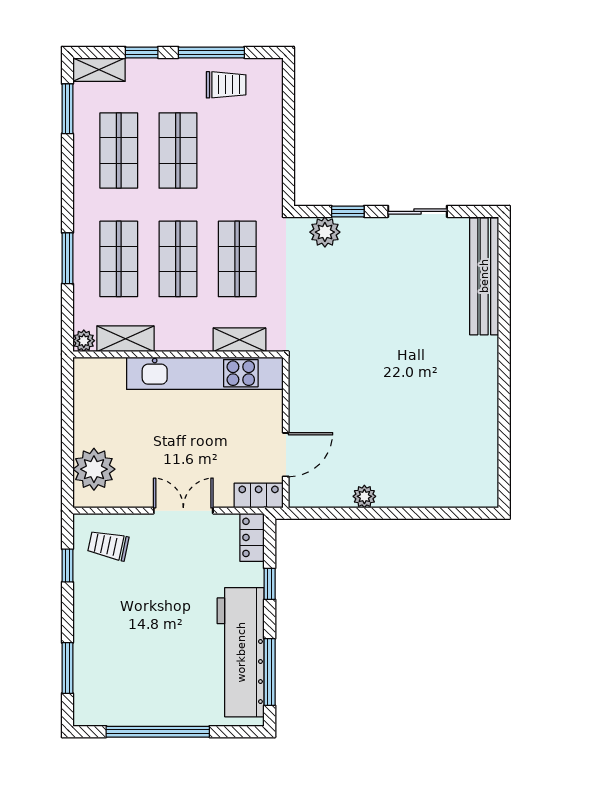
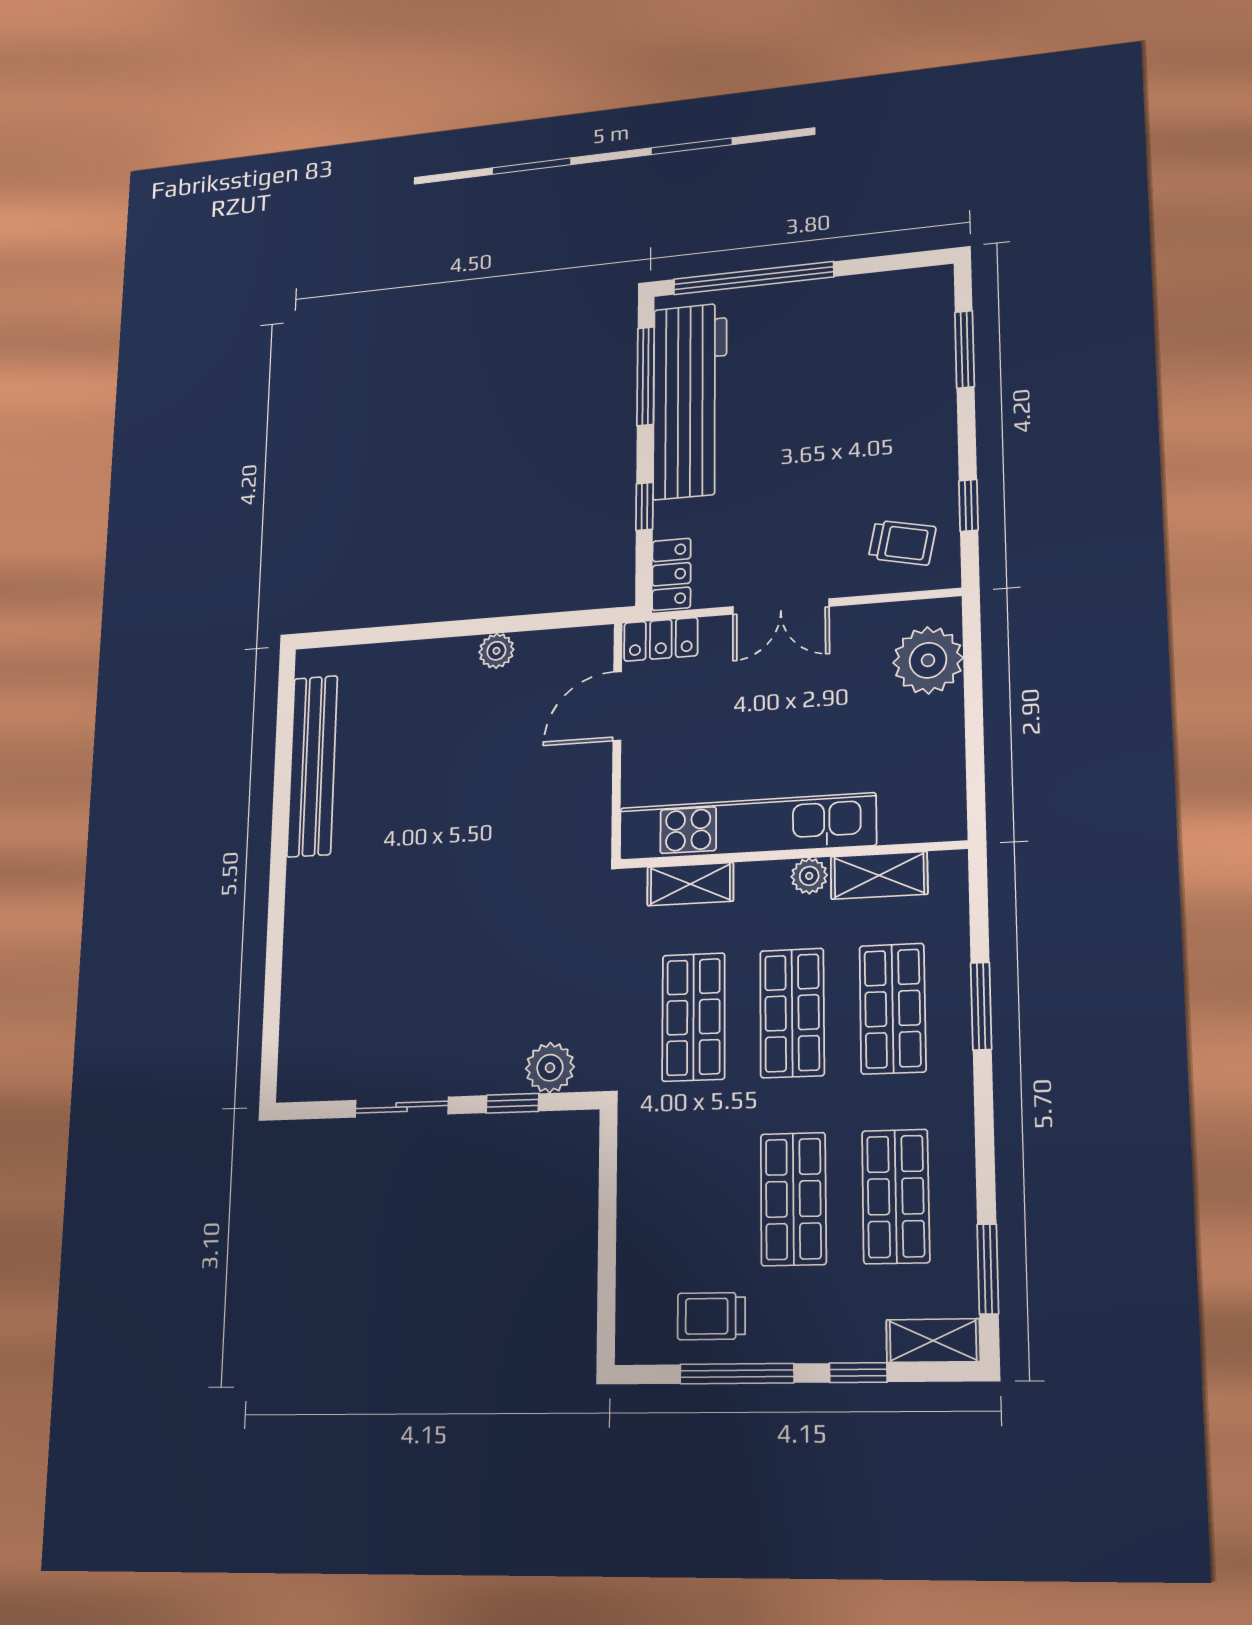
bench: (484, 276) -> (312, 766), moved
plant: (84, 341) -> (809, 876), moved
window: (158, 732) -> (753, 278), moved

